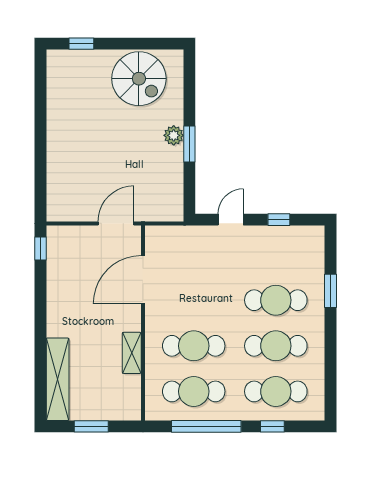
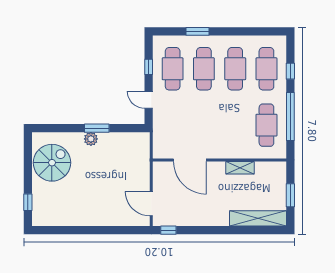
door: (116, 223) -> (151, 204), moved
cafe table: (194, 346) -> (173, 69), moved

